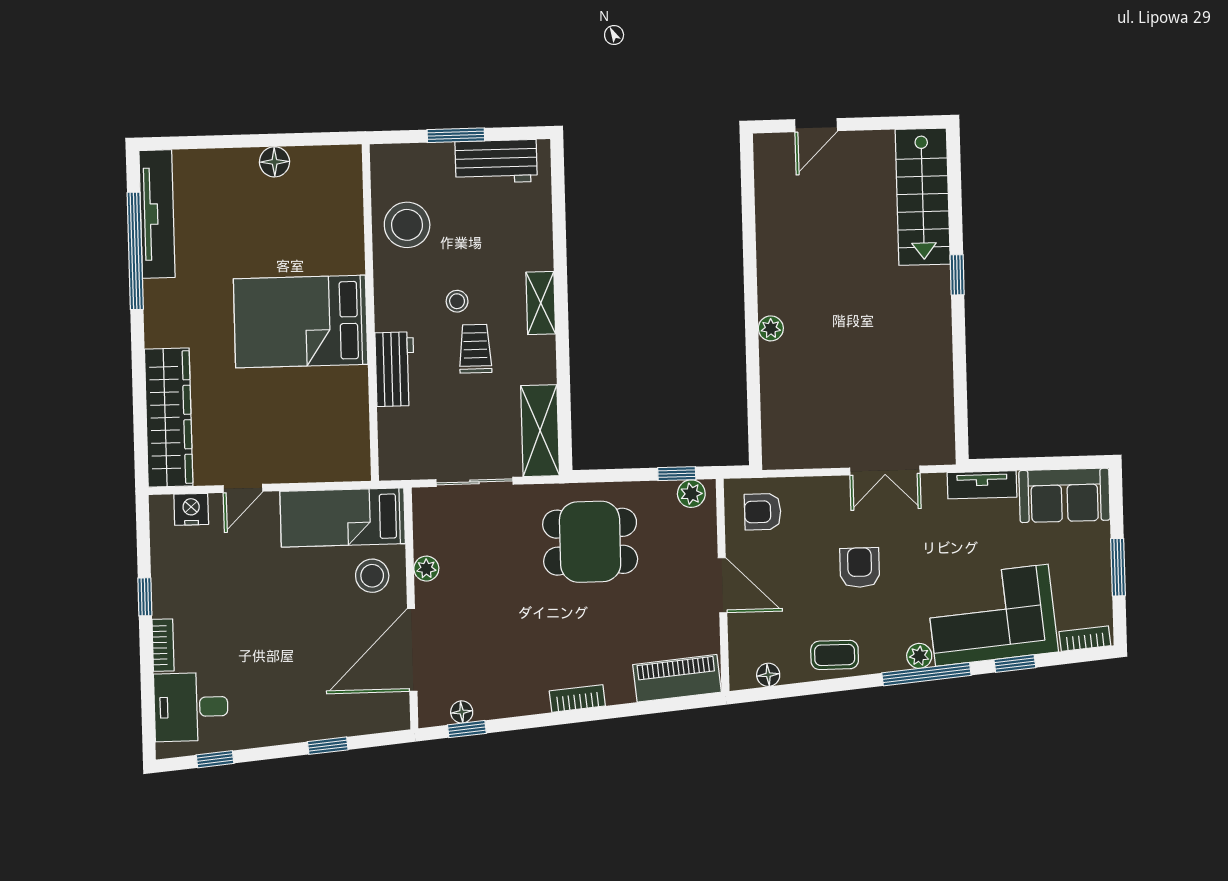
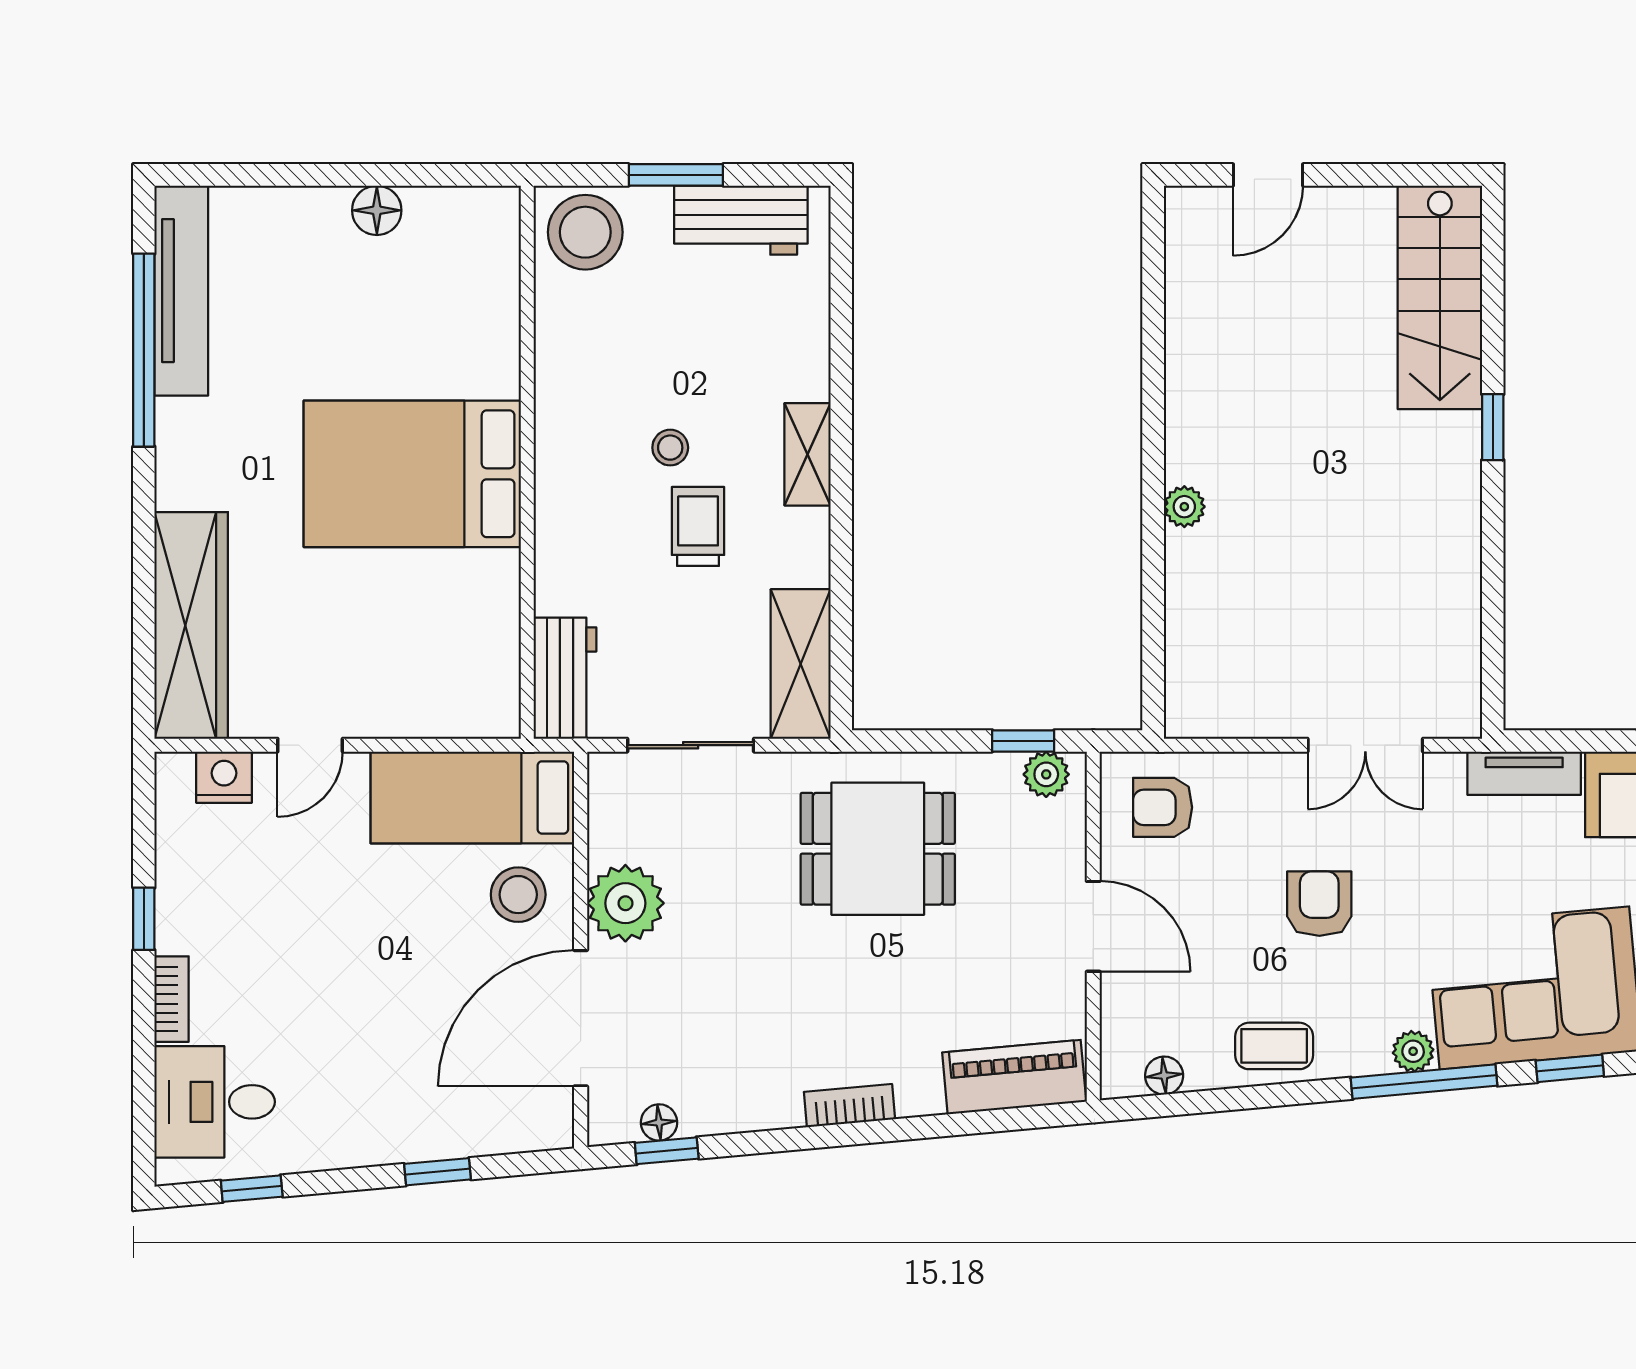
stool: (407, 225) -> (585, 232), moved
workbench: (395, 369) -> (565, 678), moved
plant: (426, 569) -> (625, 903), width x1.88, depth x1.88

